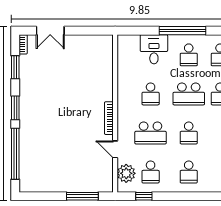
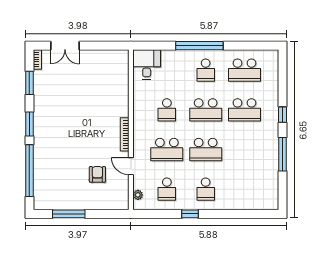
desk: (154, 49) -> (147, 64), moved
school desk: (189, 133) -> (206, 149), width x1.85
armchair: (82, 157) -> (97, 174), added
plant: (126, 173) -> (138, 195), width x0.53, depth x0.53
window: (82, 196) -> (69, 214), moved
window: (144, 196) -> (190, 214), moved

